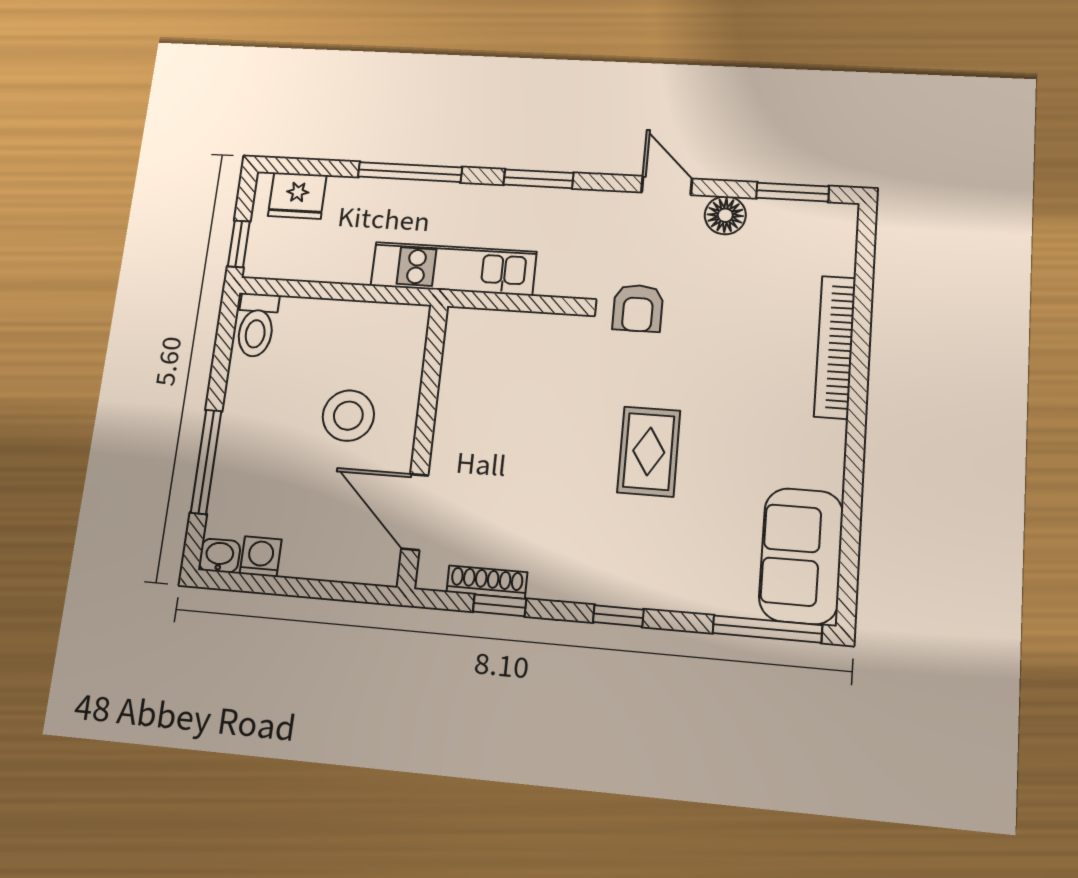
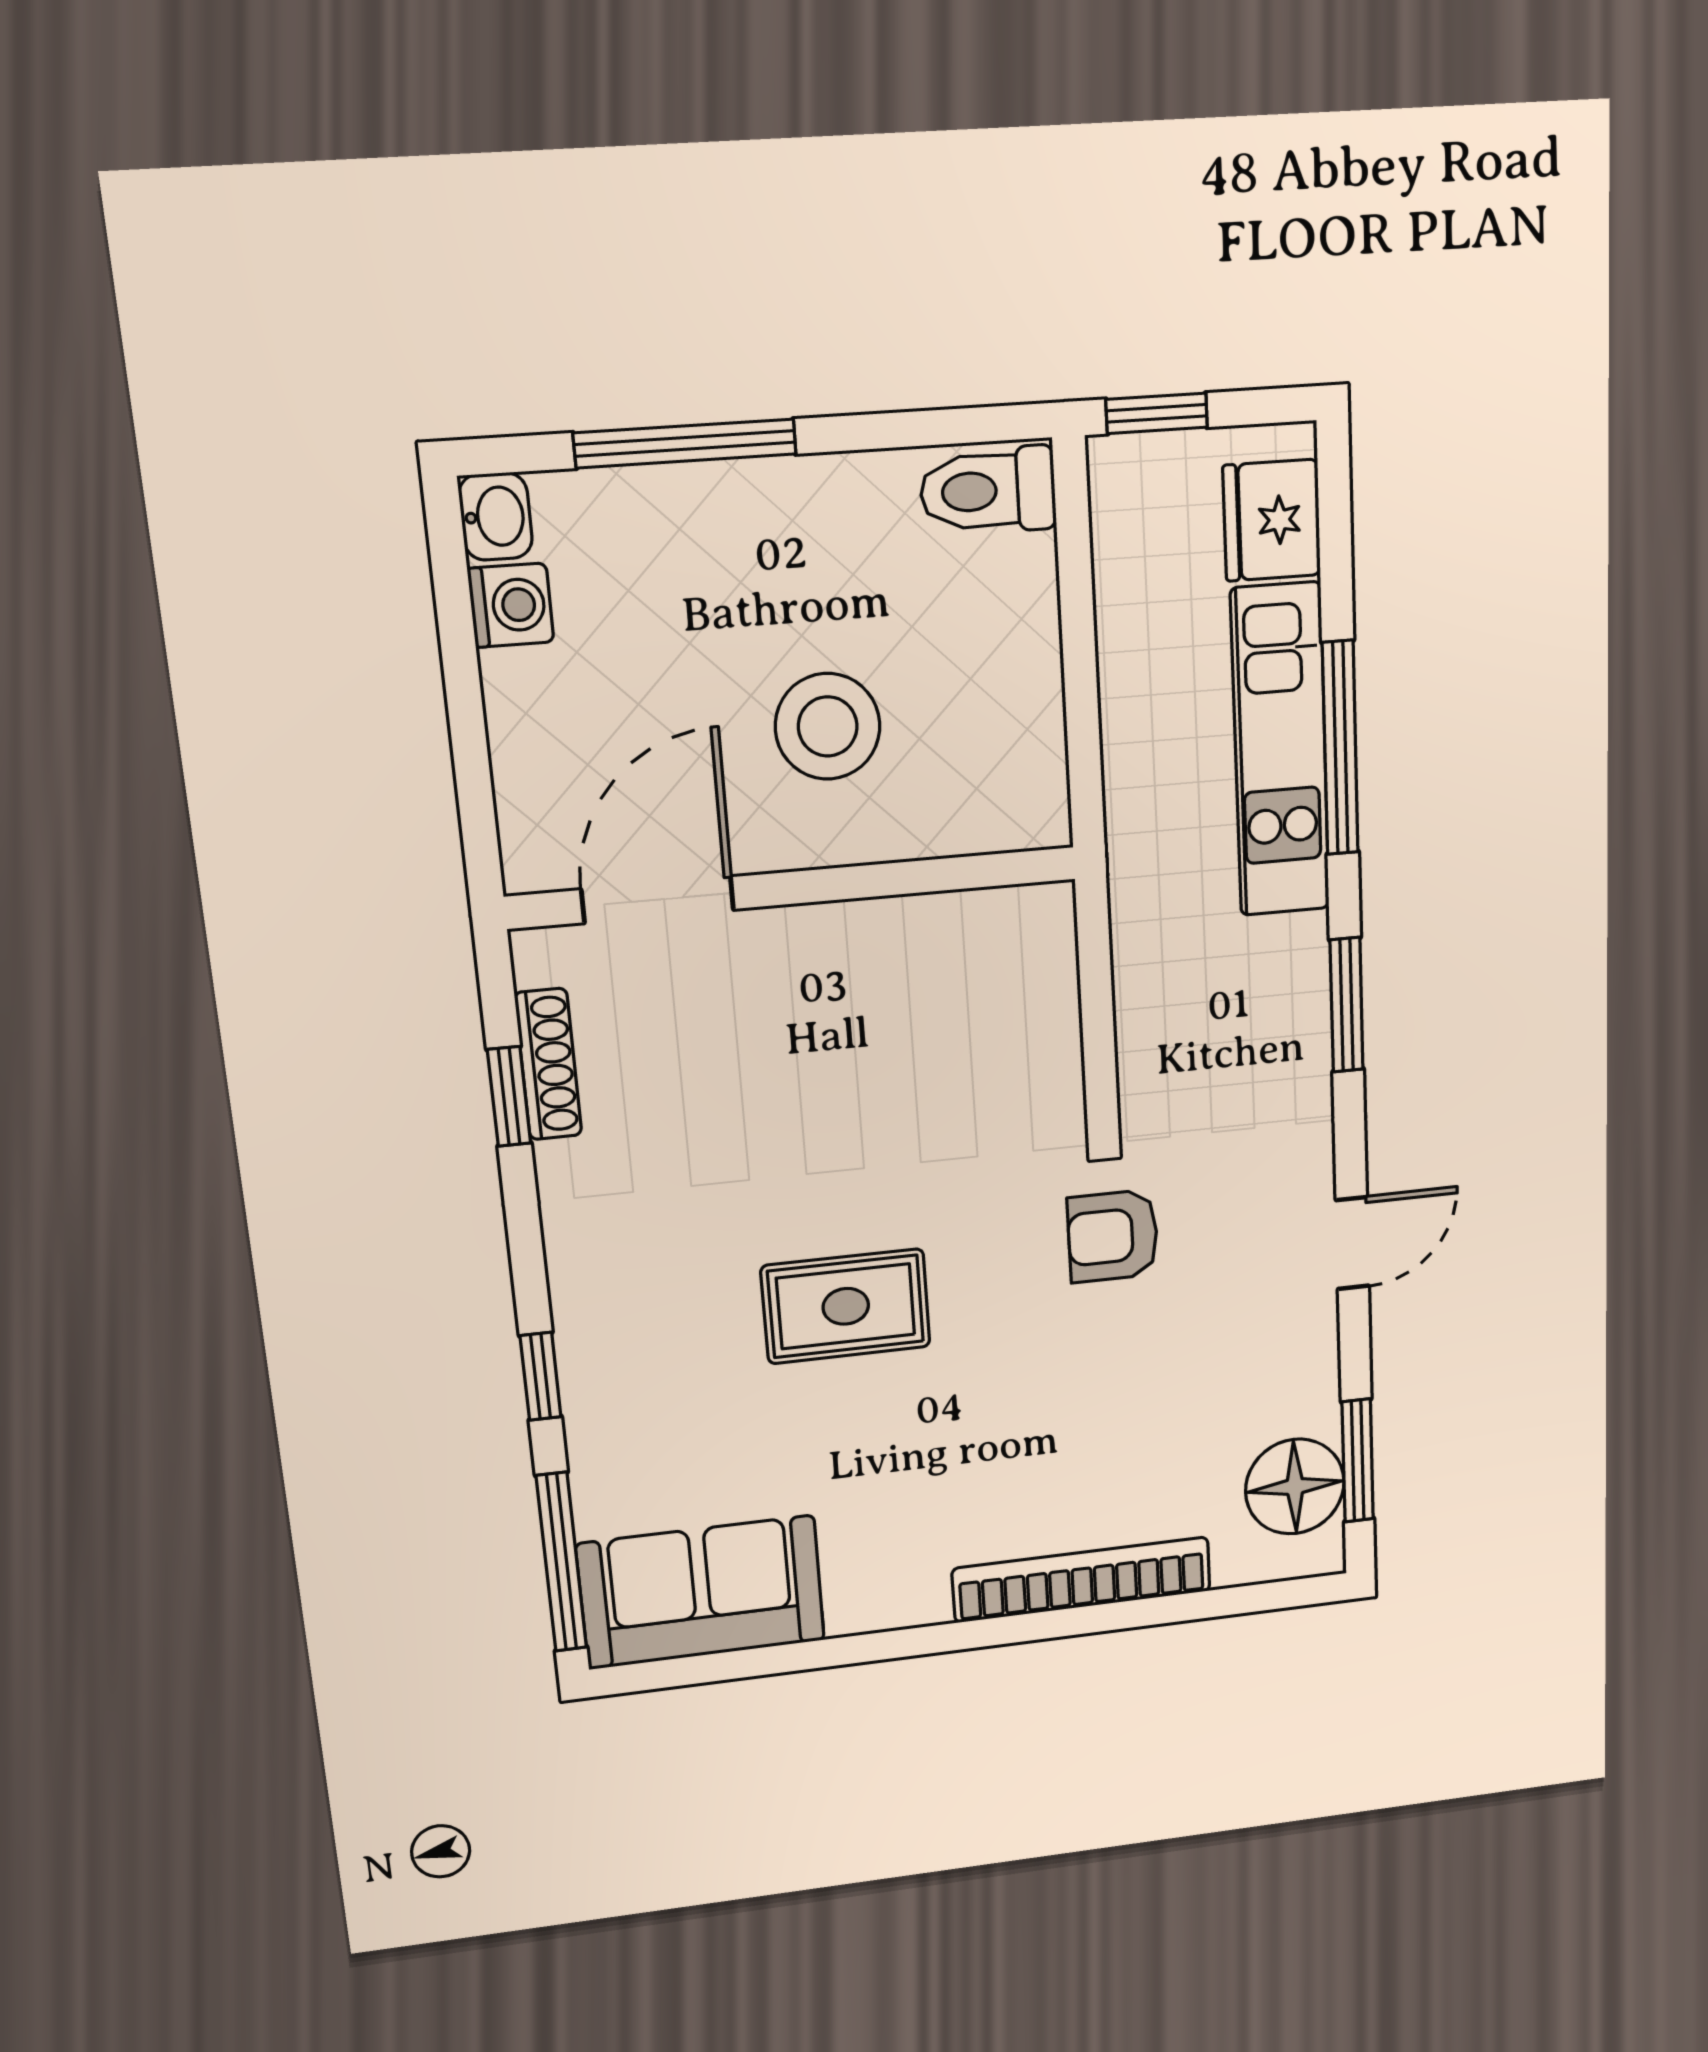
floor lamp: (725, 215) -> (1295, 1487), moved, width x1.38, depth x1.38
kitchen unit: (453, 269) -> (1280, 751), moved, turned 180
window: (618, 616) -> (541, 1376), moved

